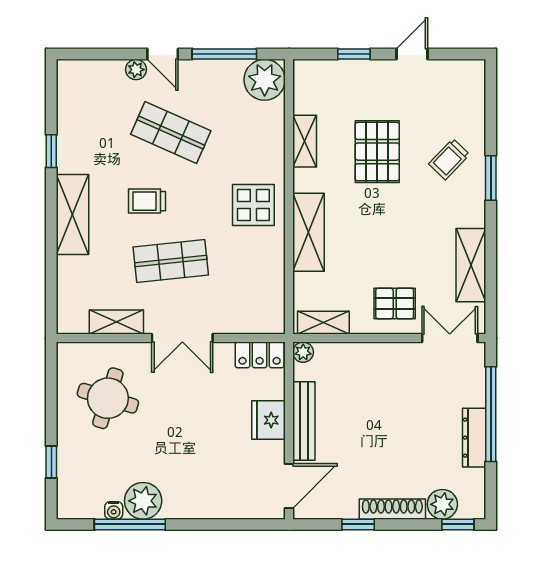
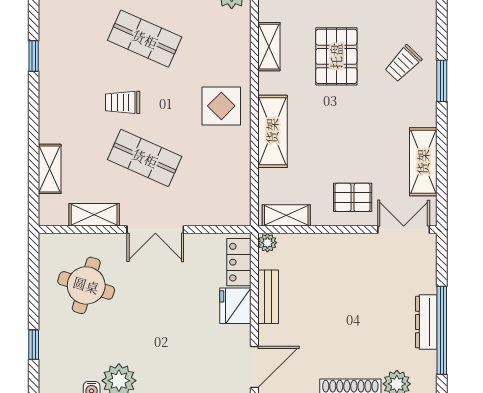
shelving: (72, 215) -> (50, 169), moved, width x0.67, depth x0.75
shop shelf: (171, 261) -> (145, 158), turned 30
locker: (260, 355) -> (239, 262), moved, turned 90
window: (491, 414) -> (442, 330), moved
bench: (304, 421) -> (268, 297), width x0.73

